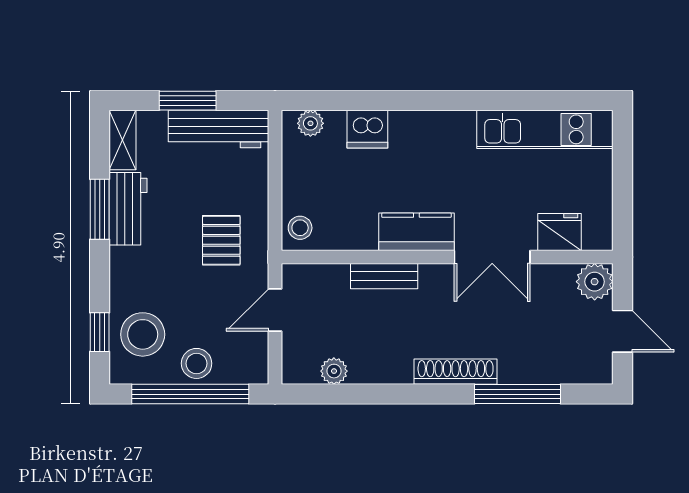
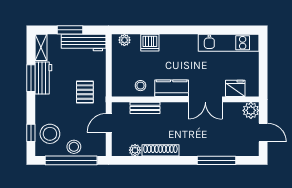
stool: (300, 228) -> (140, 86), moved
bench: (384, 276) -> (145, 108), moved
shoe rack: (456, 372) -> (160, 150), moved

